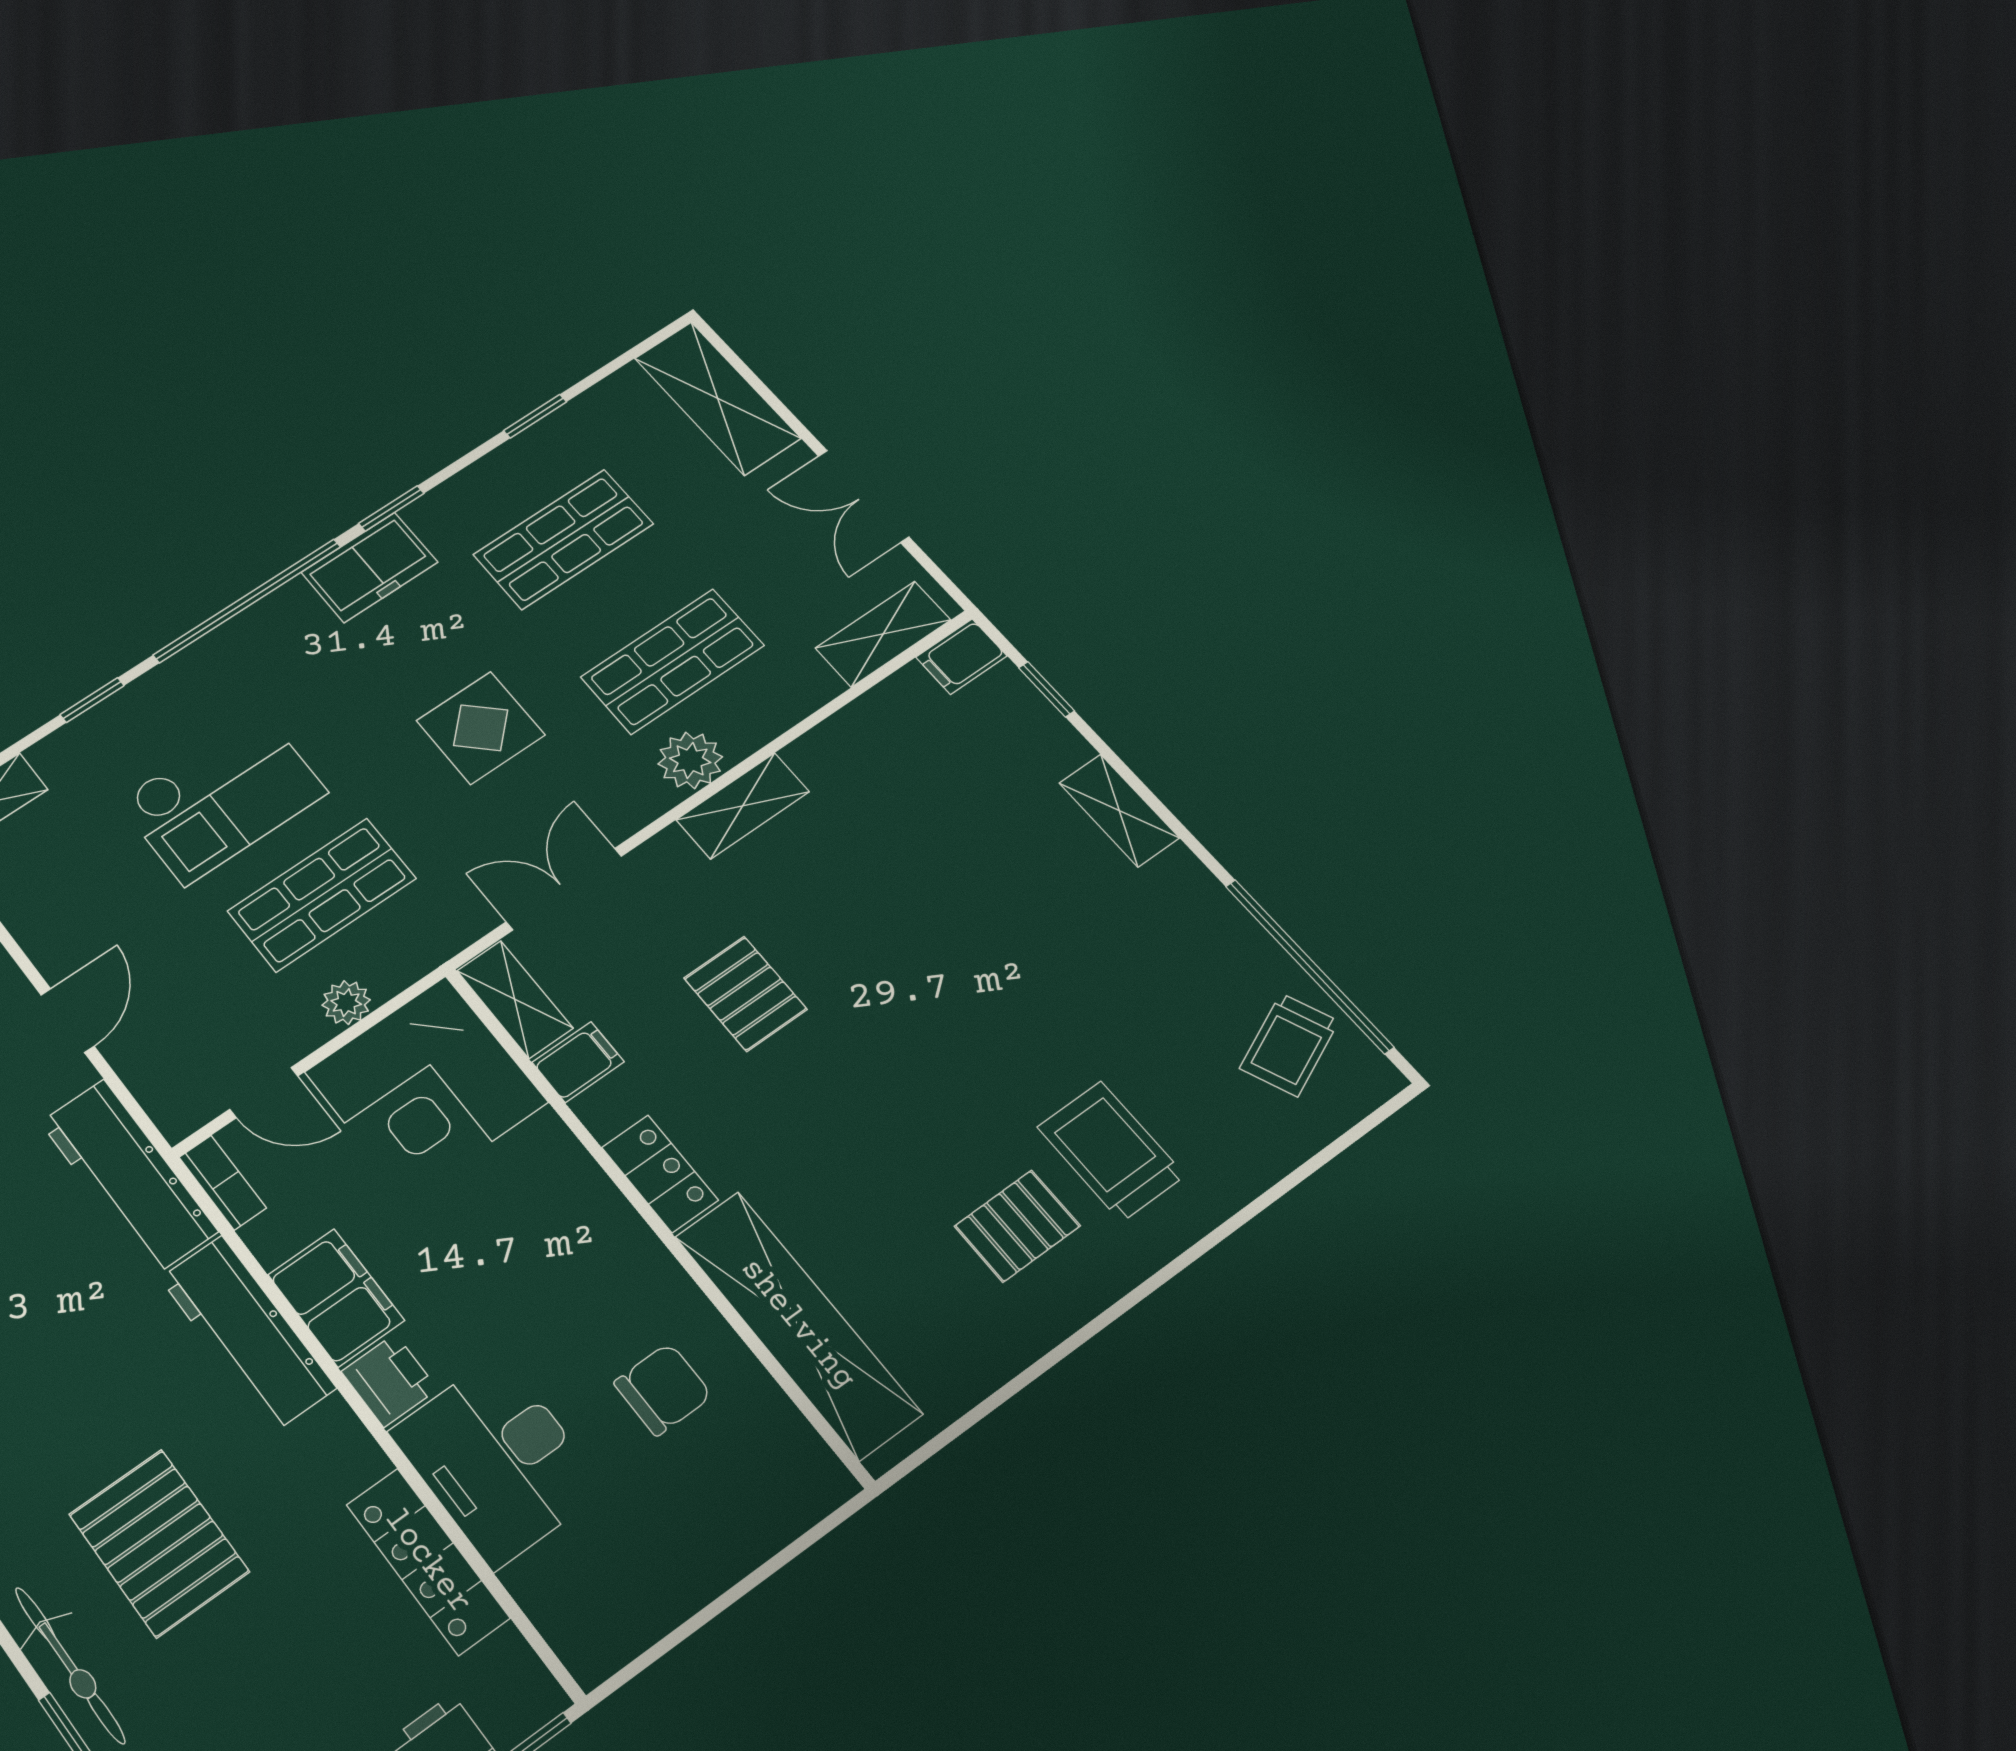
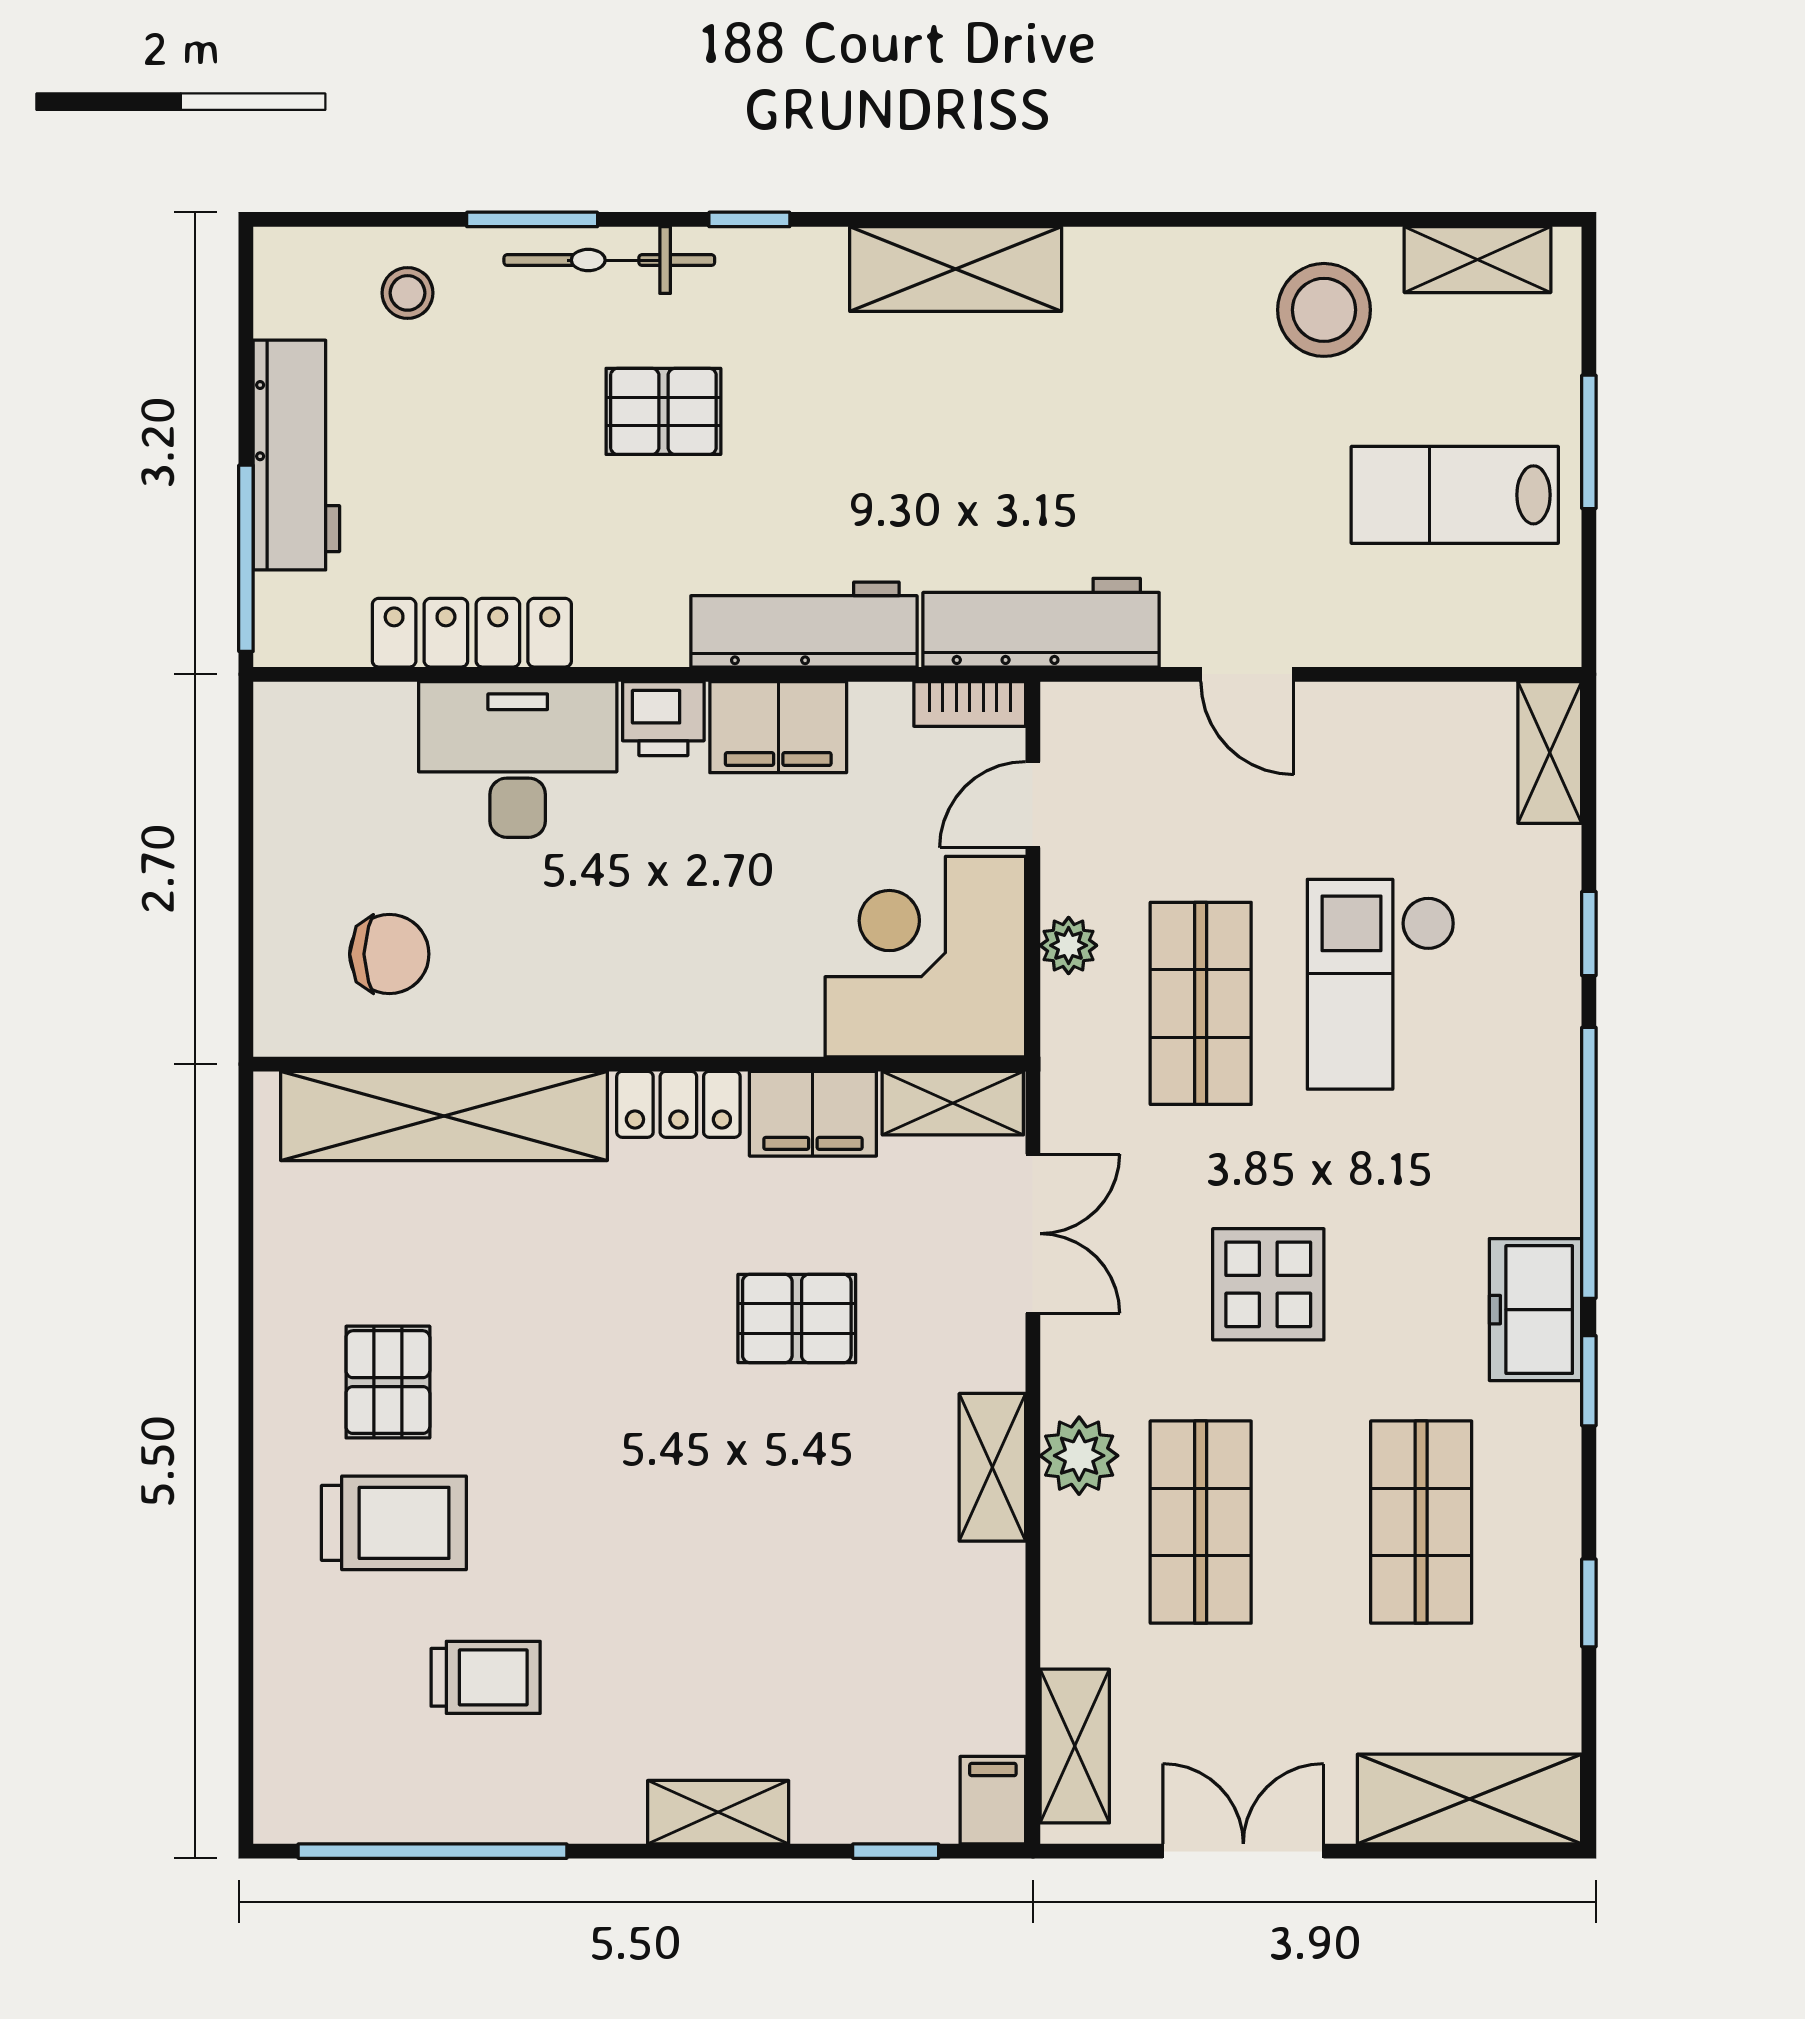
trolley: (1289, 1045) -> (486, 1677), moved, turned 113
filing cabinet: (578, 1062) -> (813, 1114), width x2.00
chair: (663, 1389) -> (389, 954), moved, turned -90
pallet: (159, 1543) -> (663, 411), width x0.67, depth x0.71

